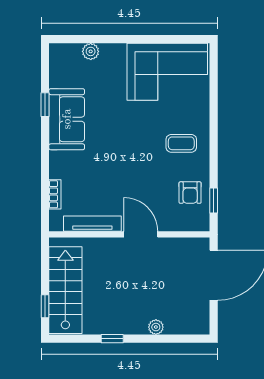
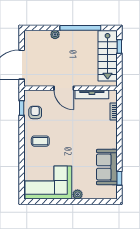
plant: (91, 51) -> (78, 194), moved
window: (45, 105) -> (119, 178), moved
sofa: (67, 119) -> (107, 167), moved
window: (112, 339) -> (80, 28), width x3.17

